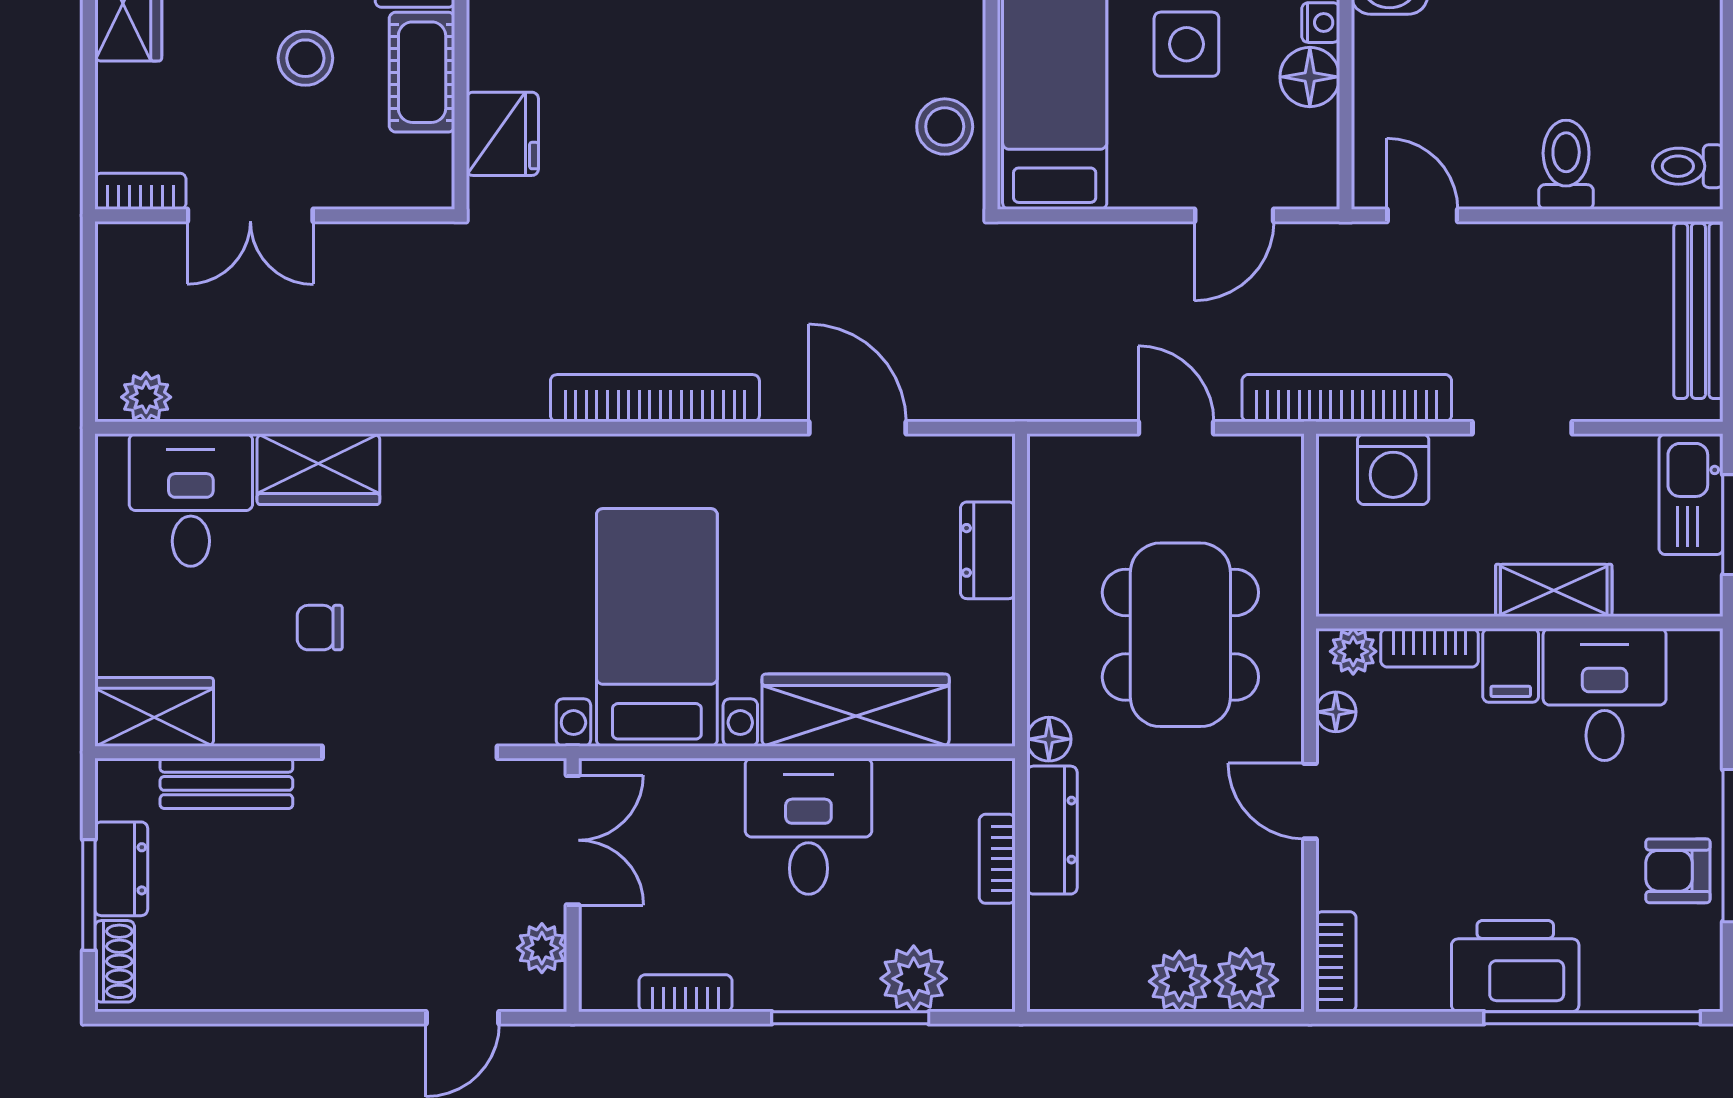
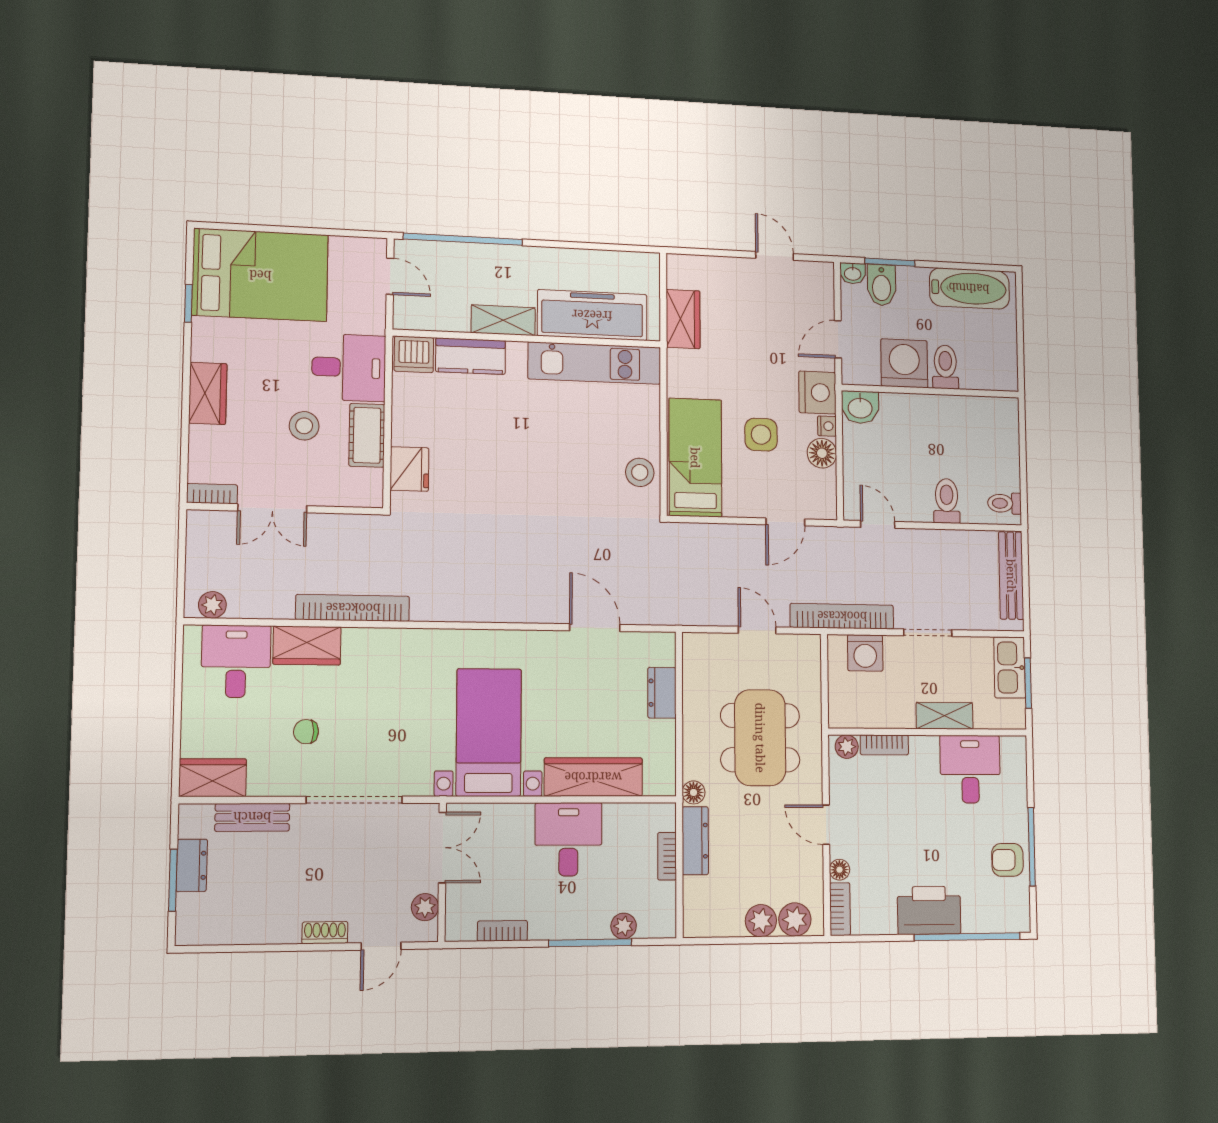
bookcase: (655, 398) -> (353, 608), moved
filing cabinet: (1511, 665) -> (924, 754), removed
floor lamp: (1336, 712) -> (840, 870), moved
shoe rack: (115, 961) -> (325, 933), moved, turned -90
plant: (914, 979) -> (624, 926), width x0.73, depth x0.73

